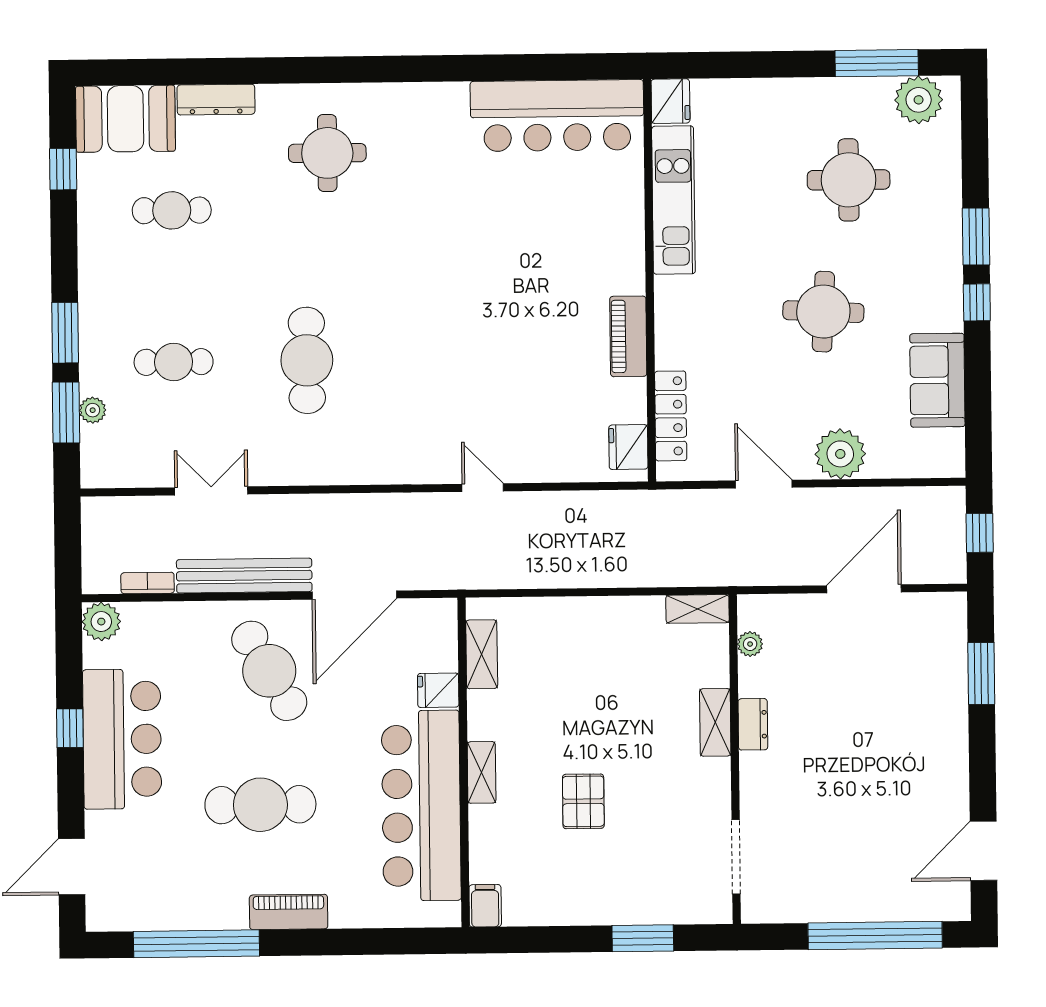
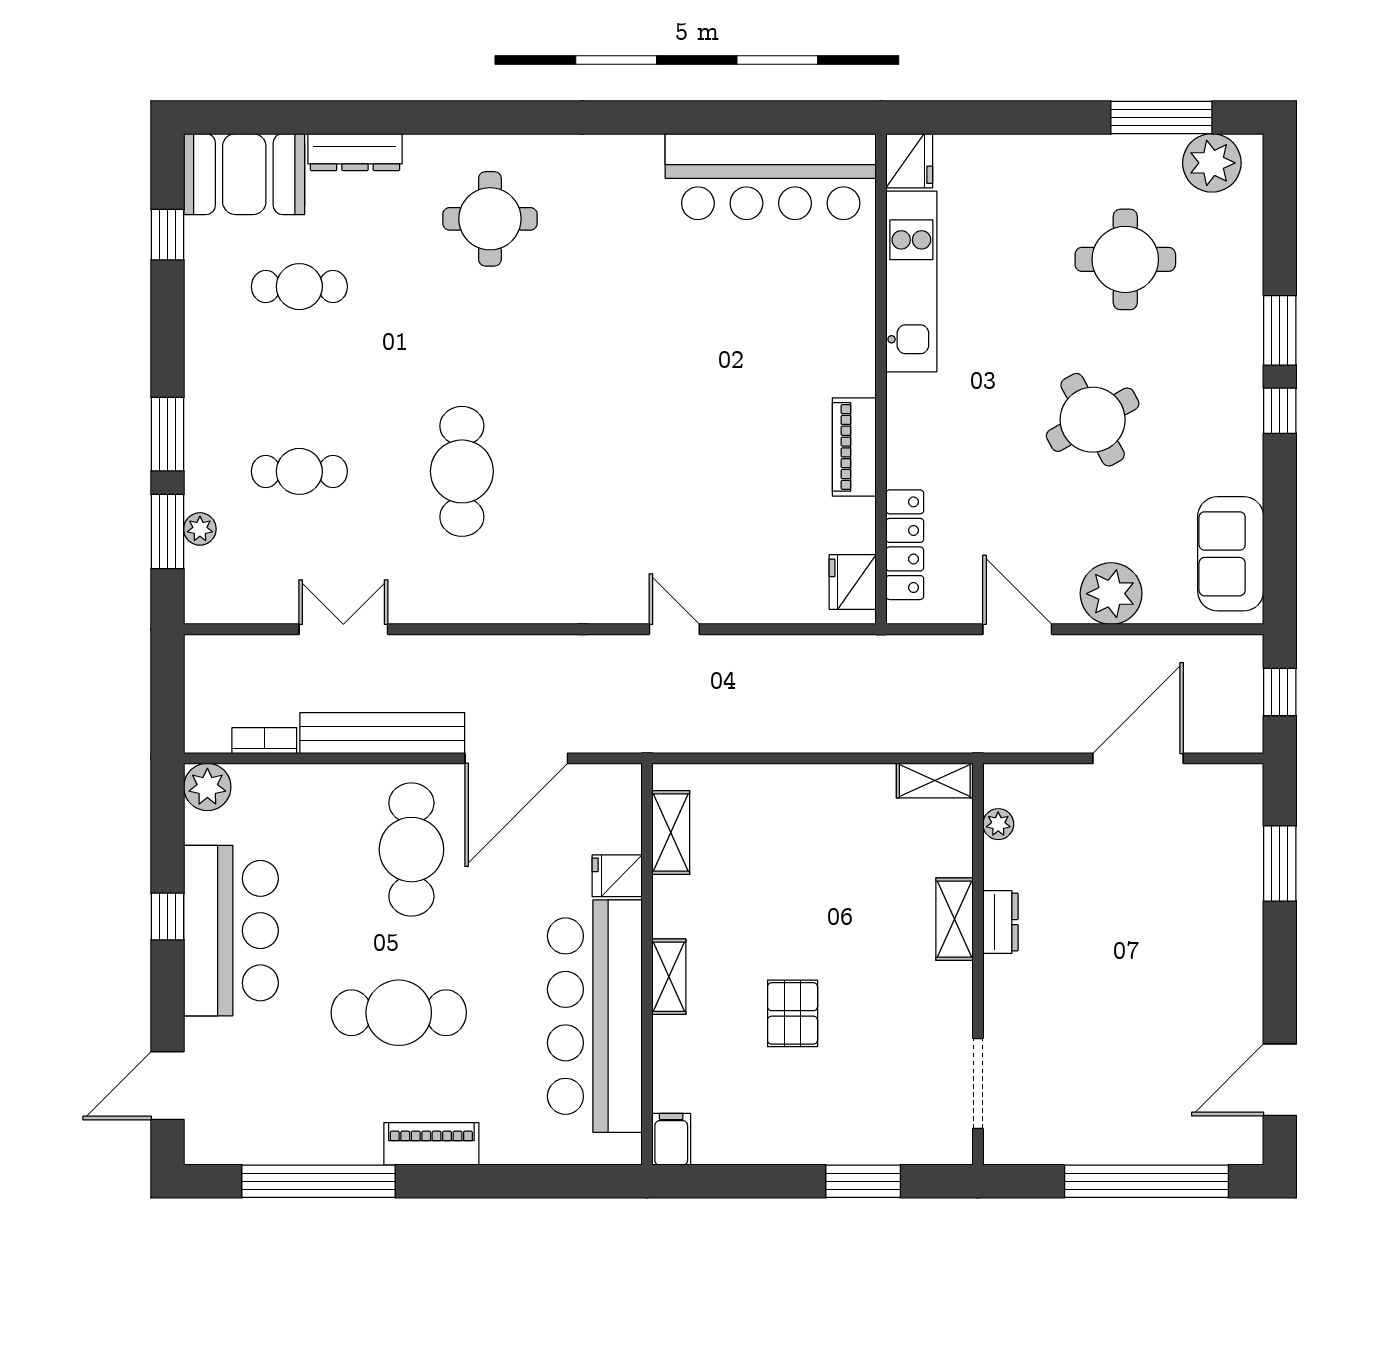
round table: (823, 312) -> (1093, 420), turned -32
sofa: (937, 380) -> (1231, 554), moved
cafe table: (269, 671) -> (411, 850), turned 30

